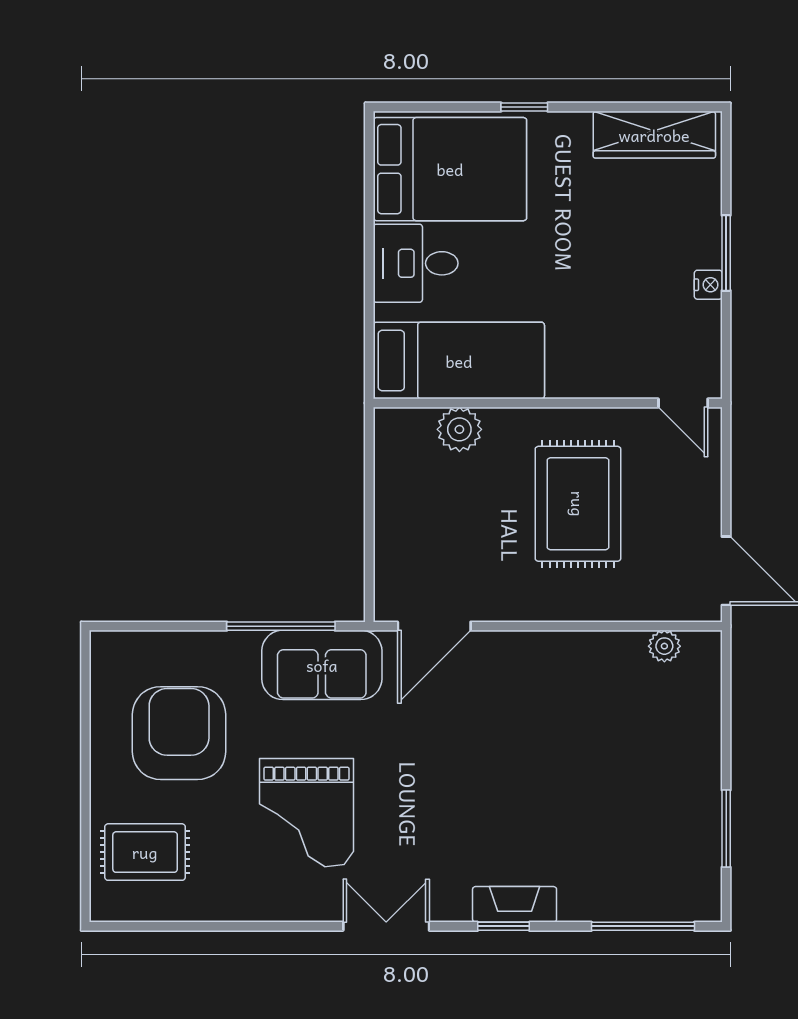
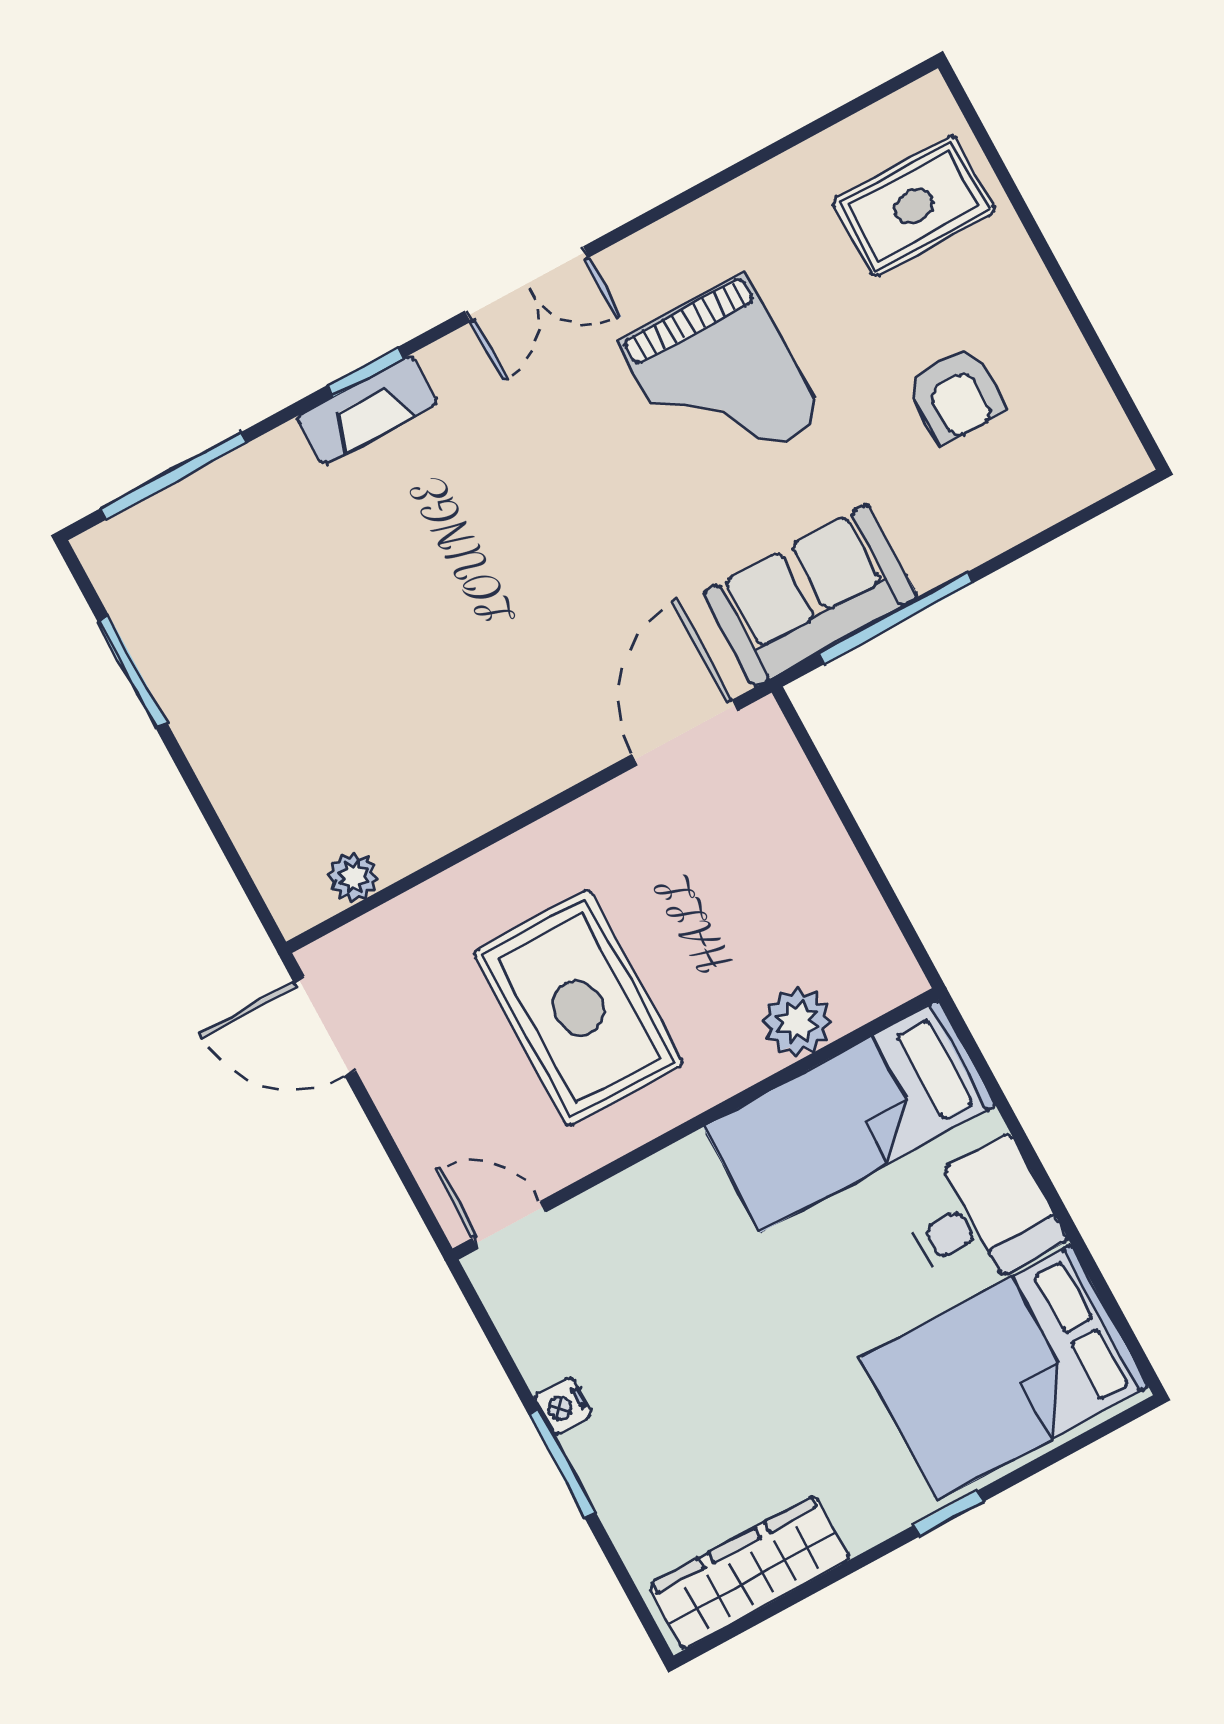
armchair: (179, 733) -> (956, 395), width x0.53, depth x0.53
grand piano: (306, 813) -> (721, 381), turned 180

